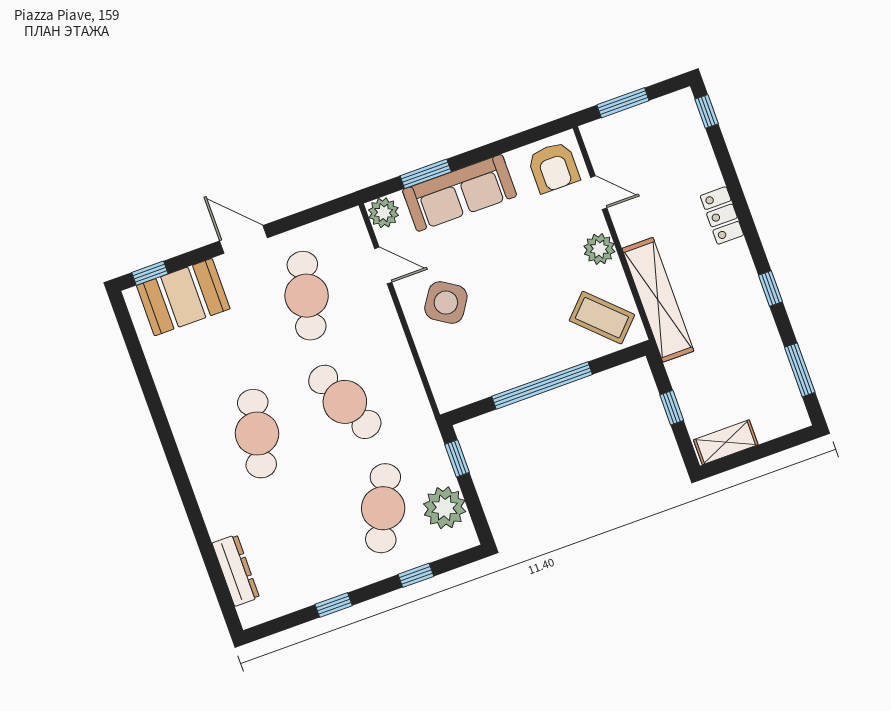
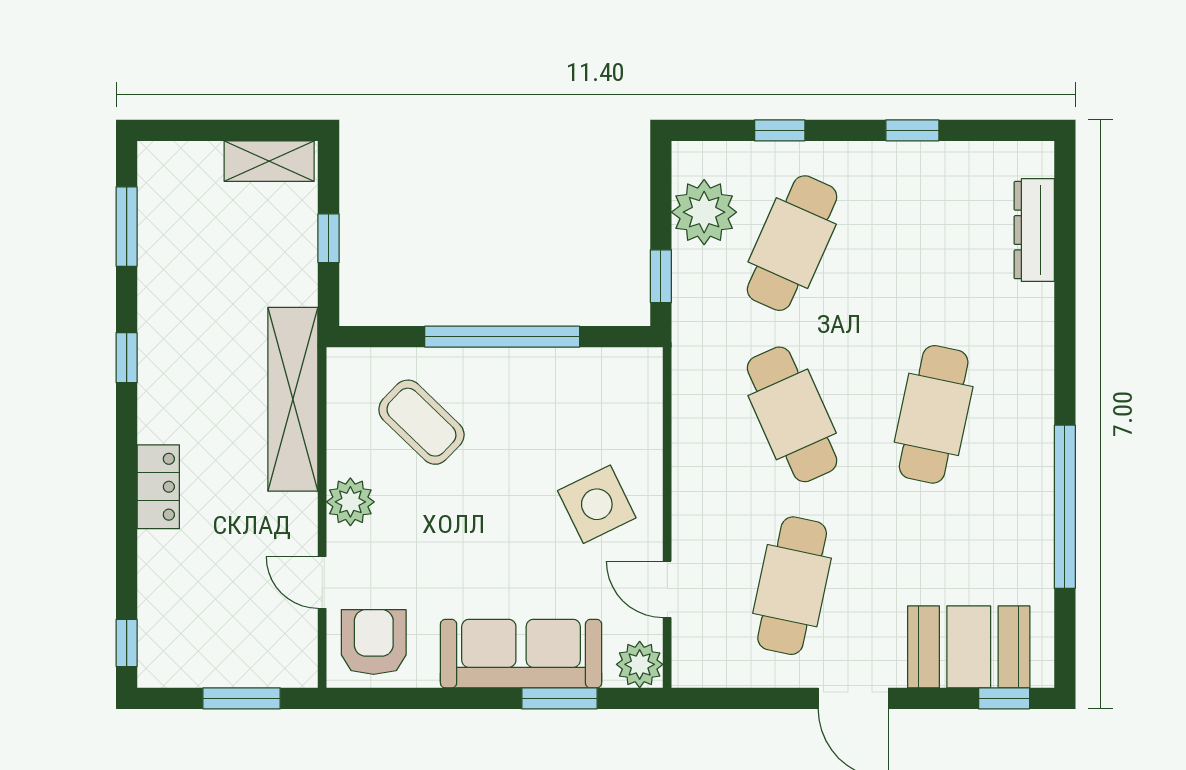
side table: (446, 303) -> (597, 504), turned 31
coffee table: (602, 318) -> (421, 422), moved
window: (155, 405) -> (1065, 507), added

